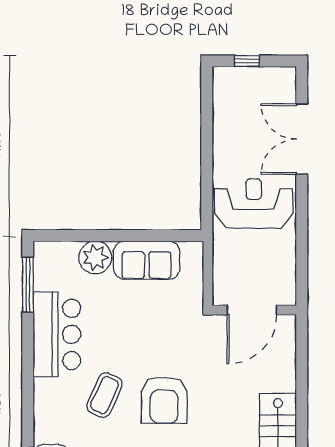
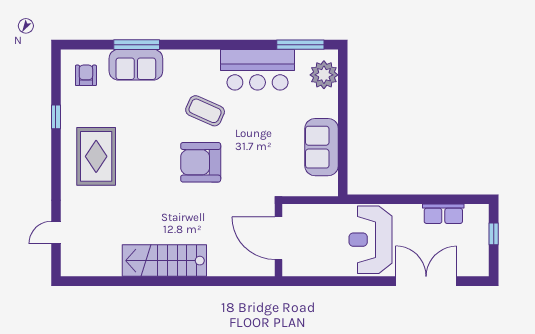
row of seats: (224, 119) -> (443, 214), added
reception desk: (254, 204) -> (370, 240), turned 180
plant: (95, 257) -> (324, 75), moved

